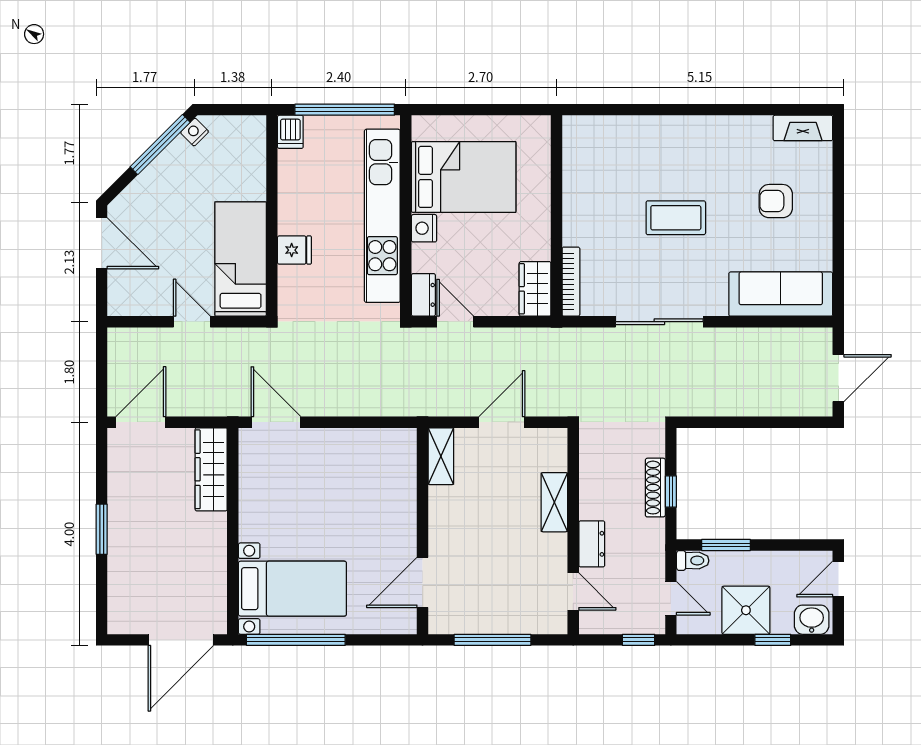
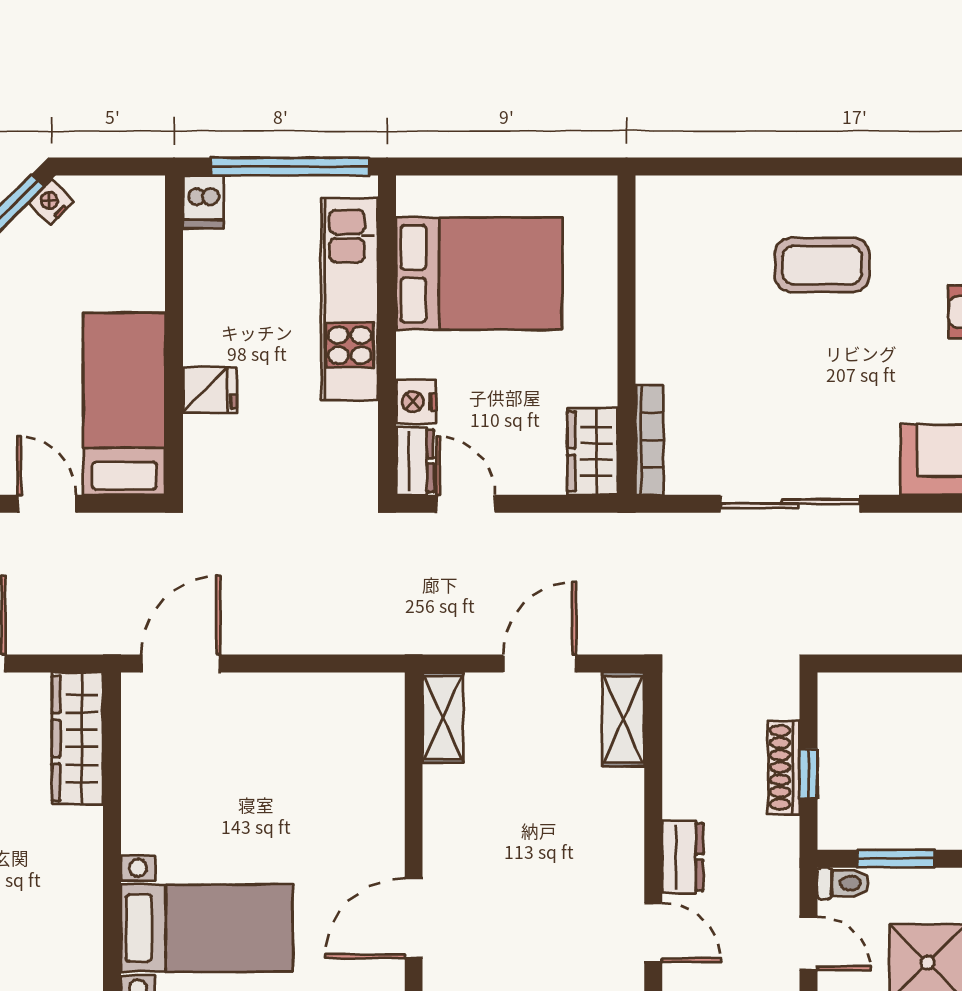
kitchen unit: (382, 216) -> (350, 299), width x0.73
coffee table: (676, 218) -> (822, 265), moved
nightstand: (424, 228) -> (416, 402), moved
door: (276, 422) -> (181, 663), hinge flipped
shelving: (554, 502) -> (623, 719), moved

